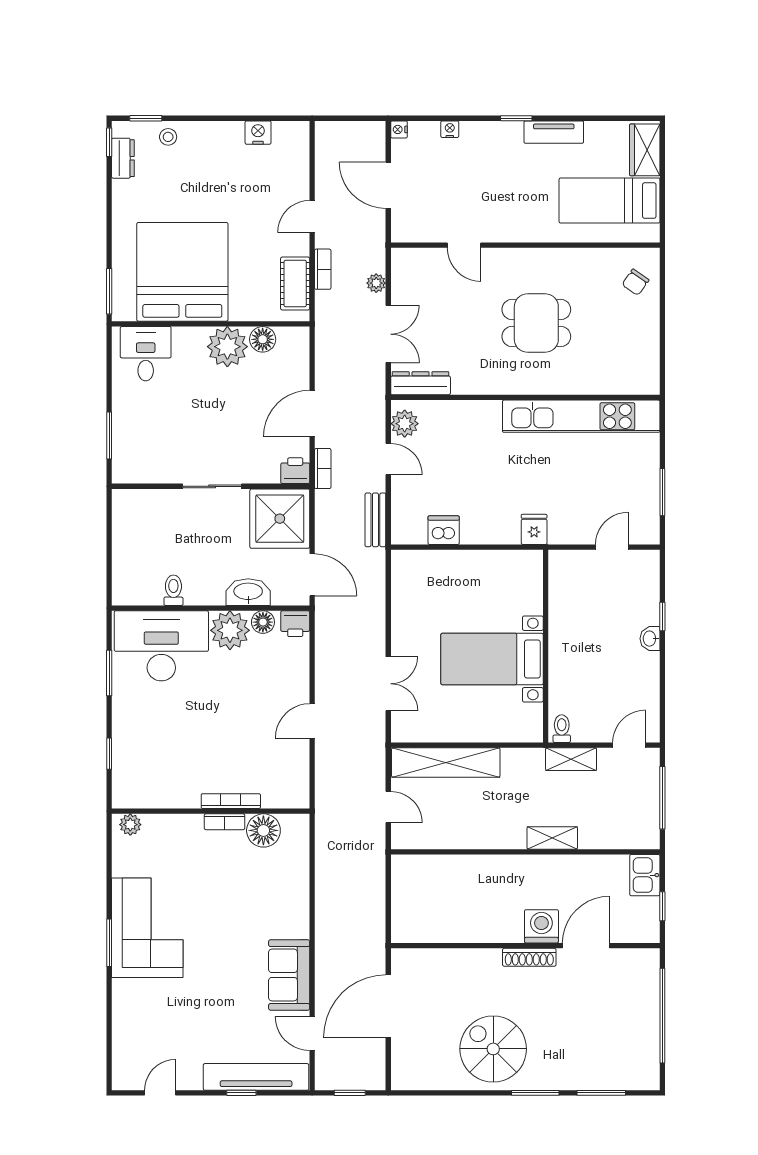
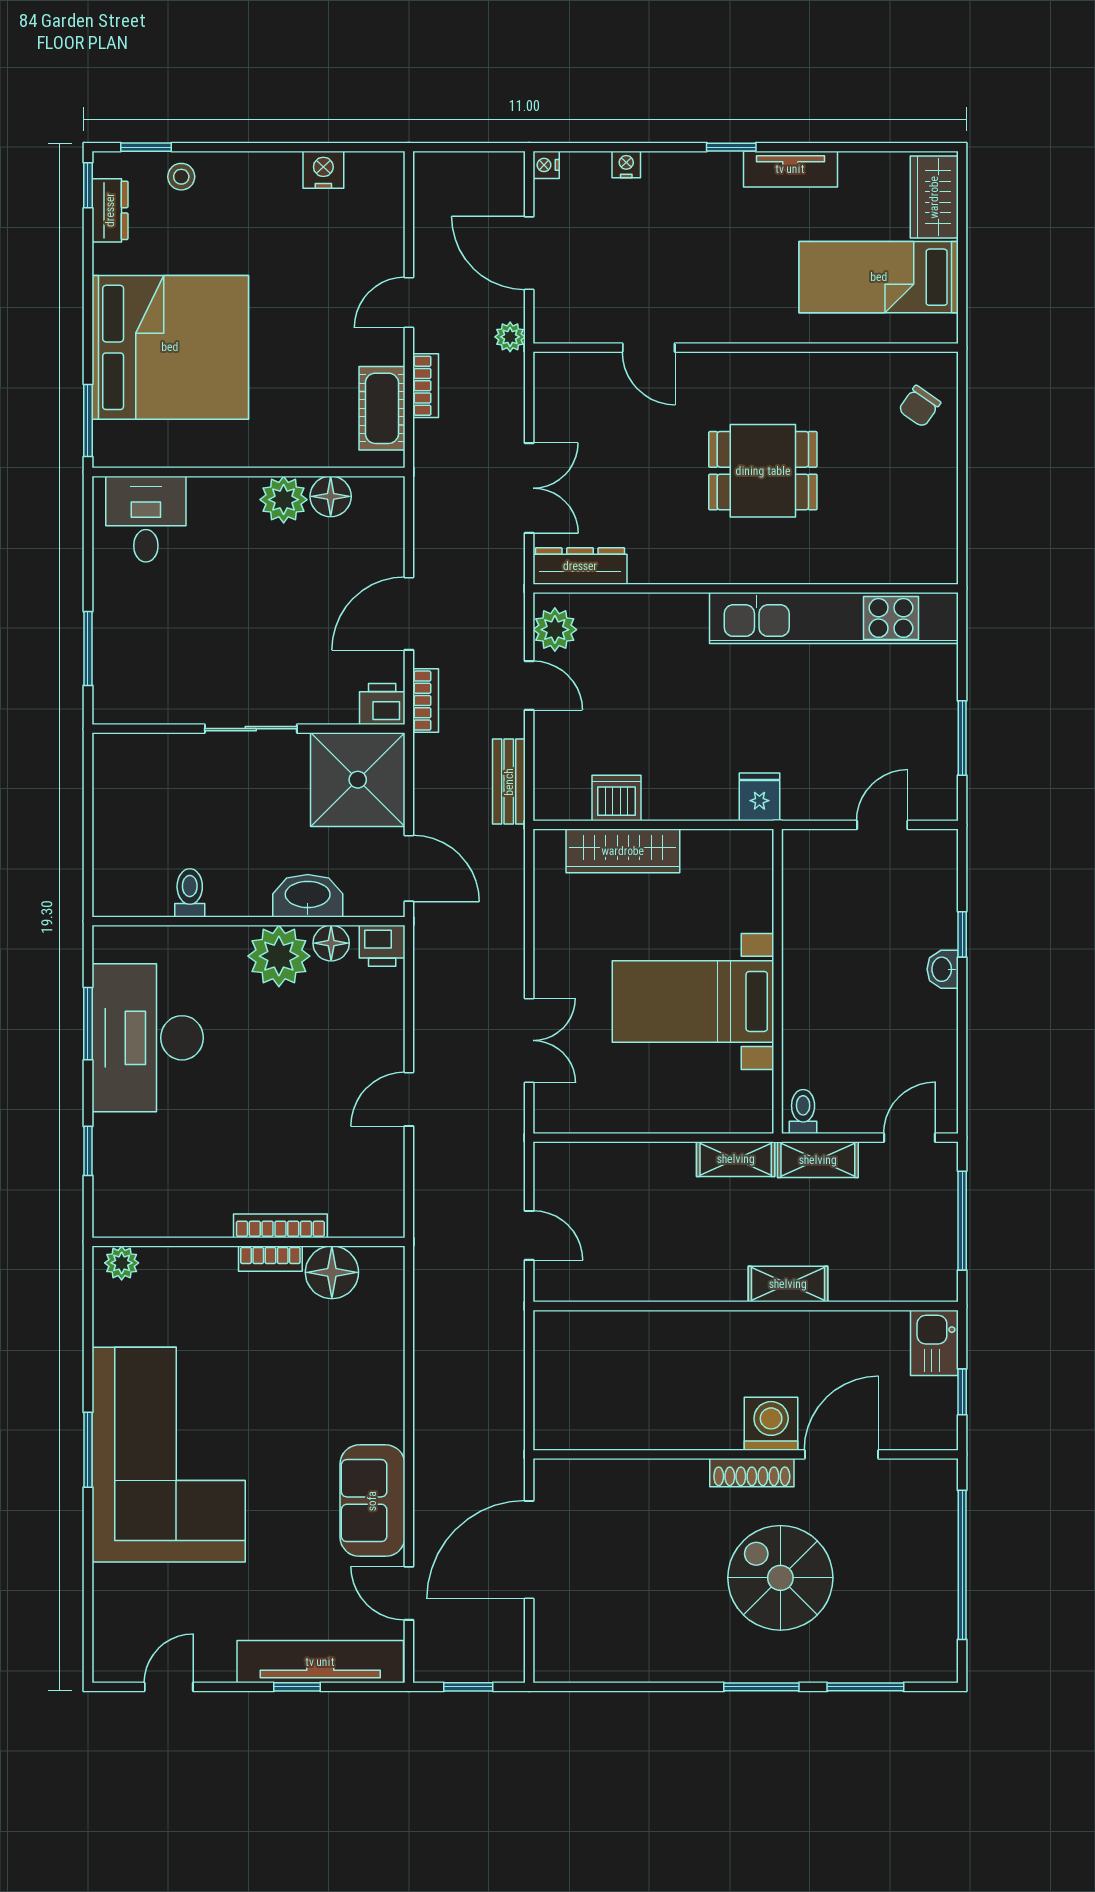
bed: (182, 272) -> (170, 347), moved, turned 90
plant: (376, 283) -> (510, 337), moved
plant: (227, 347) -> (284, 500), width x0.73, depth x0.73
wardrobe: (448, 564) -> (623, 851), added
desk: (161, 646) -> (148, 1038), moved, turned -90
shelving: (446, 763) -> (736, 1159), moved, width x0.45, depth x0.75
corner sofa: (147, 928) -> (169, 1455), width x1.36, depth x1.36
spiral stairs: (493, 1049) -> (780, 1578), moved

